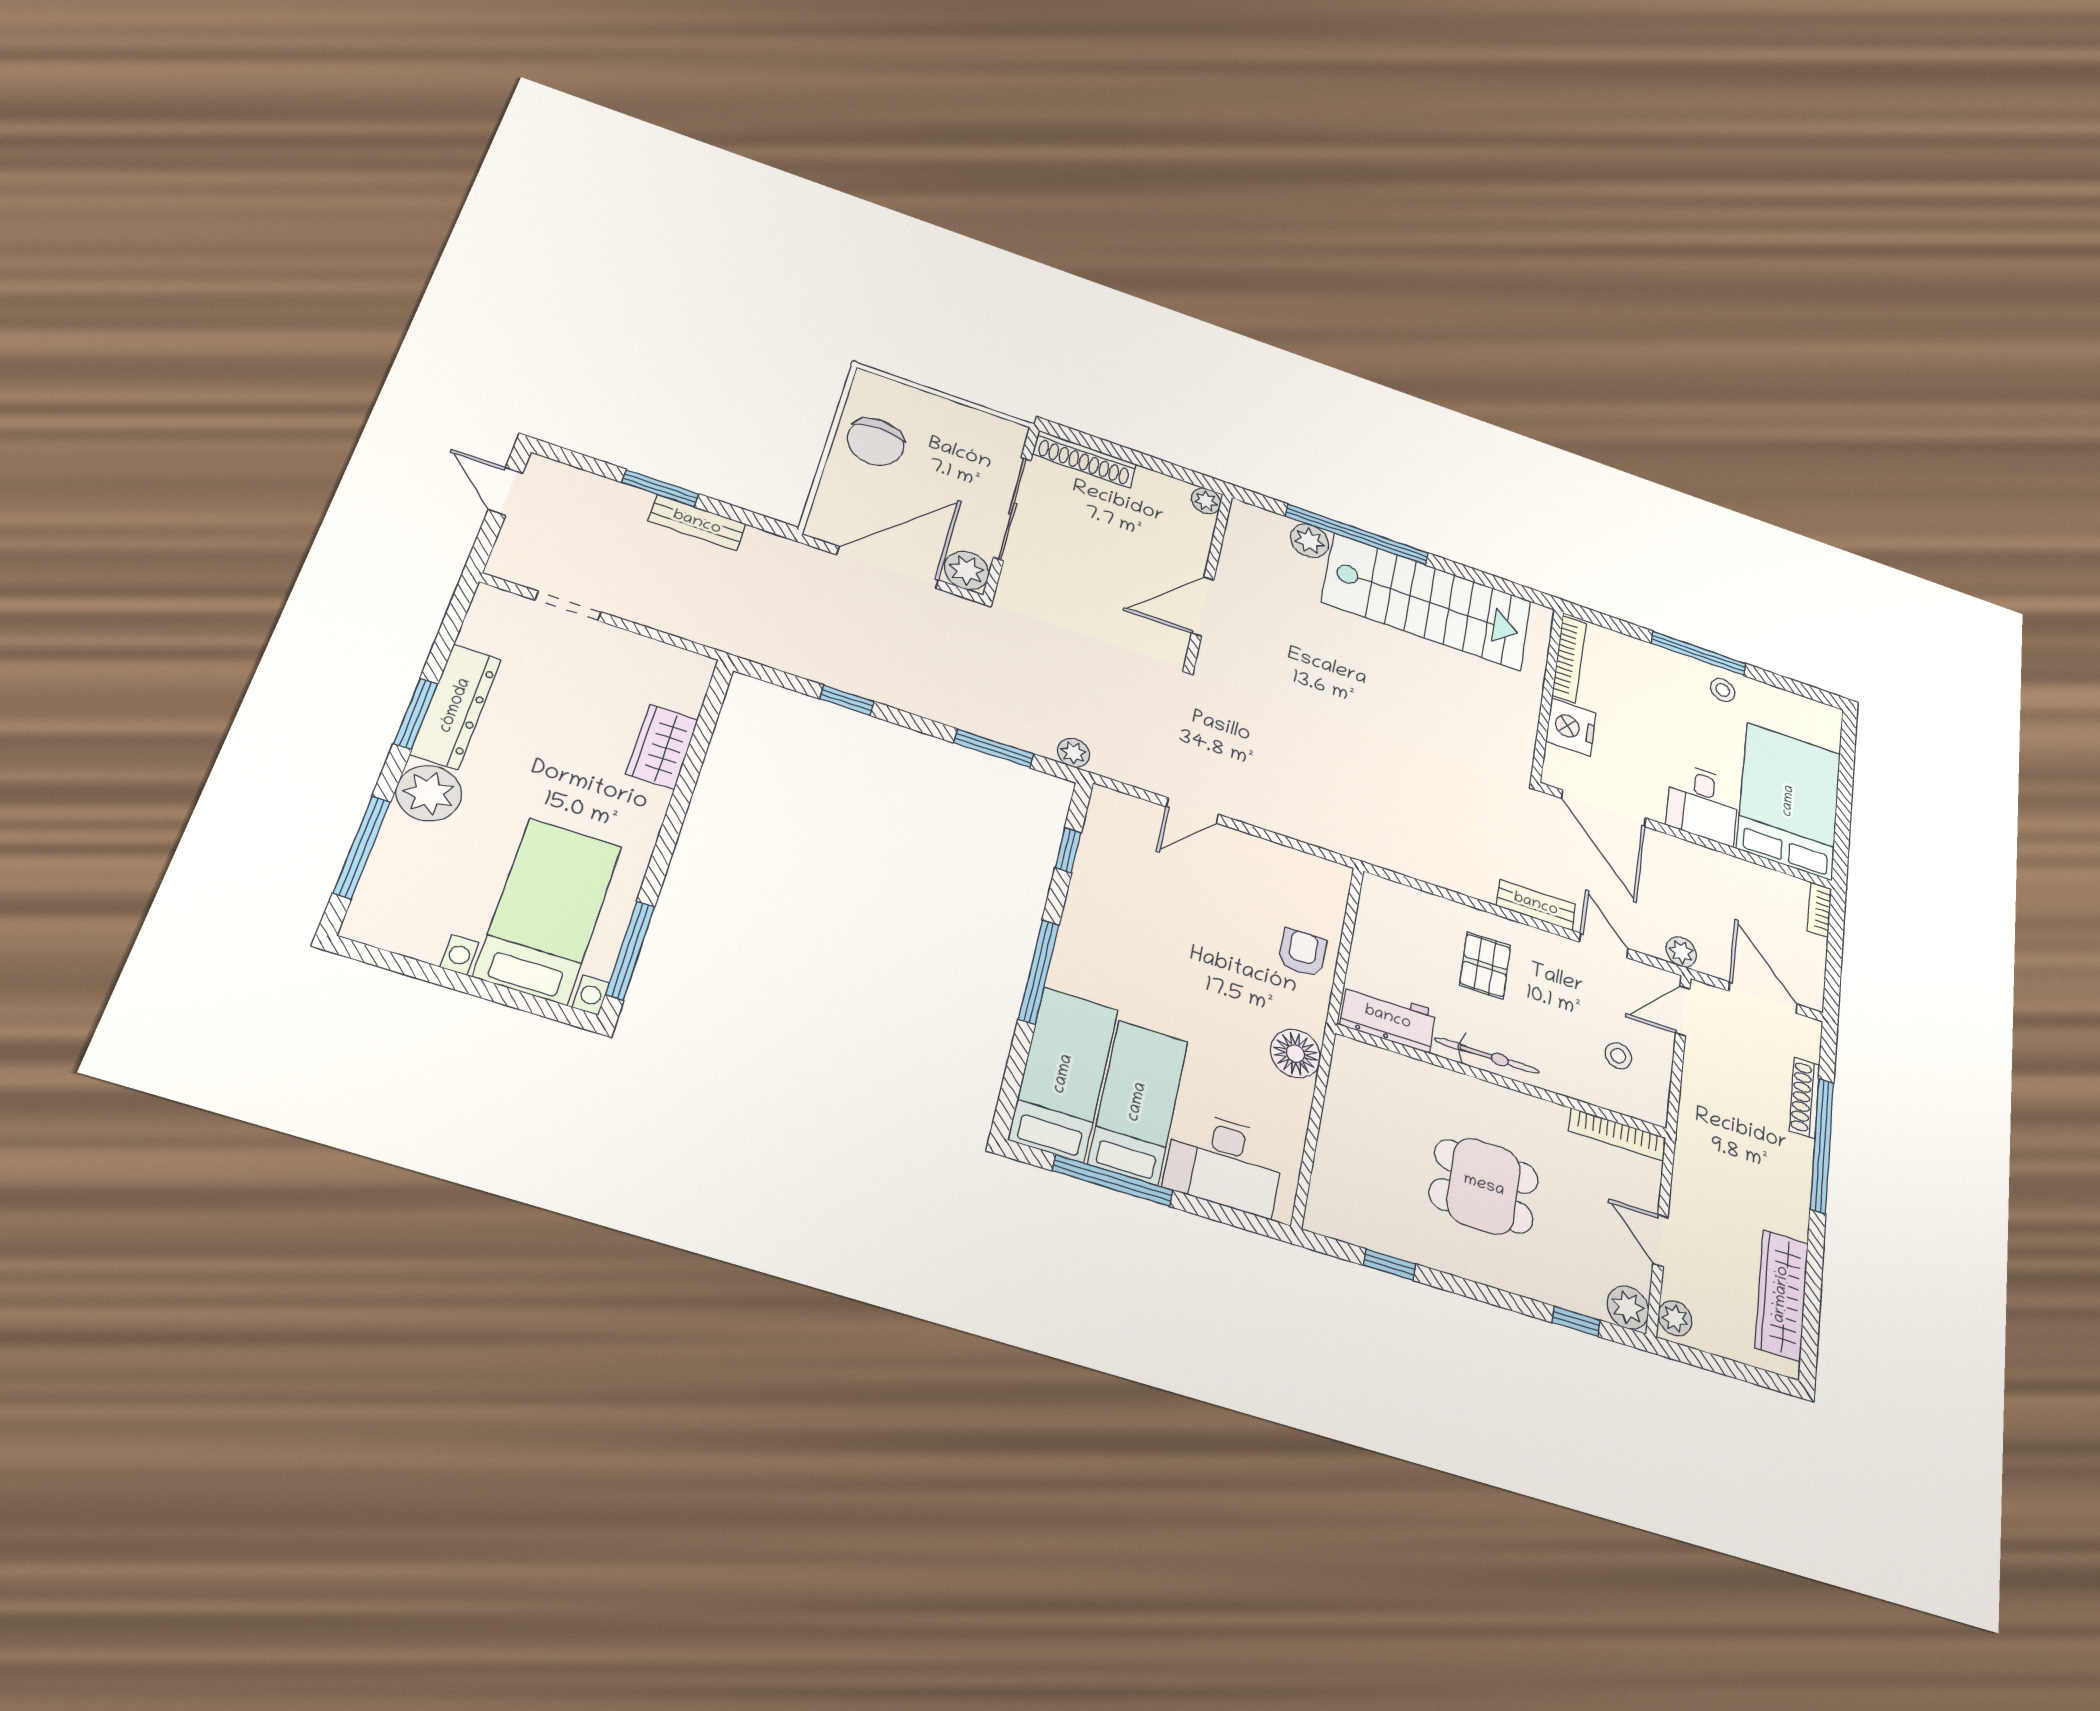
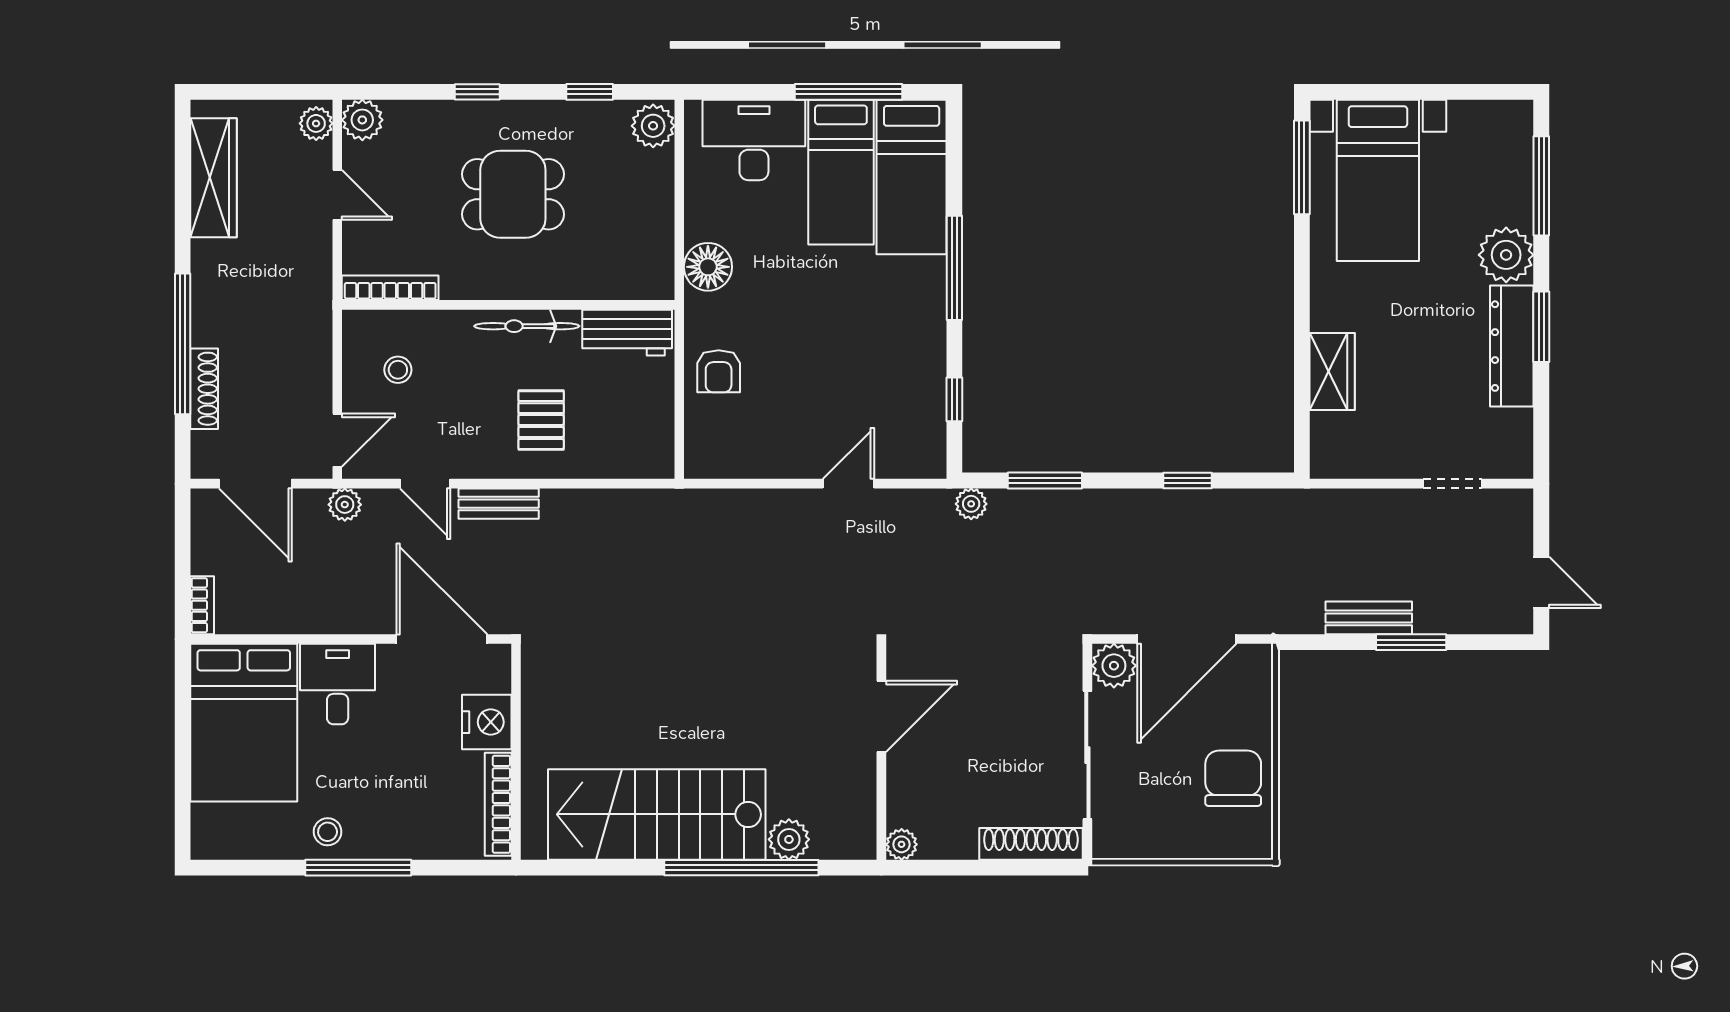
plant: (1328, 1210) -> (653, 126), added
window: (1576, 1321) -> (477, 92), moved

